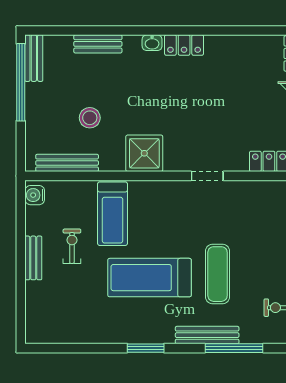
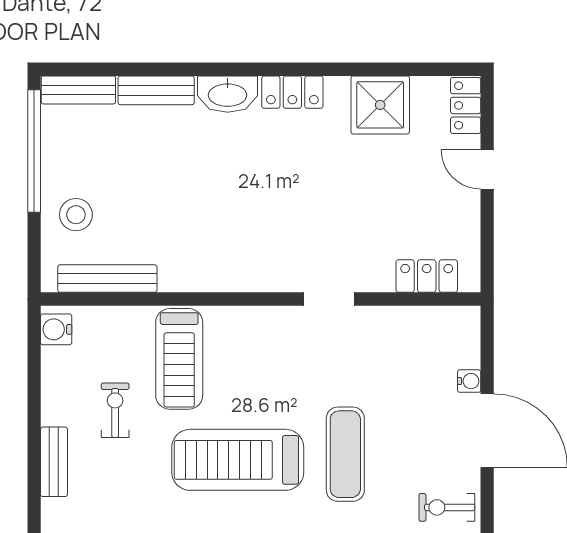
washbasin: (152, 43) -> (228, 94), width x1.91, depth x1.45
bench: (34, 58) -> (78, 90), moved, turned 90
stool: (90, 118) -> (76, 215), moved
shower: (144, 153) -> (380, 105), moved
bench: (33, 258) -> (54, 462), moved

